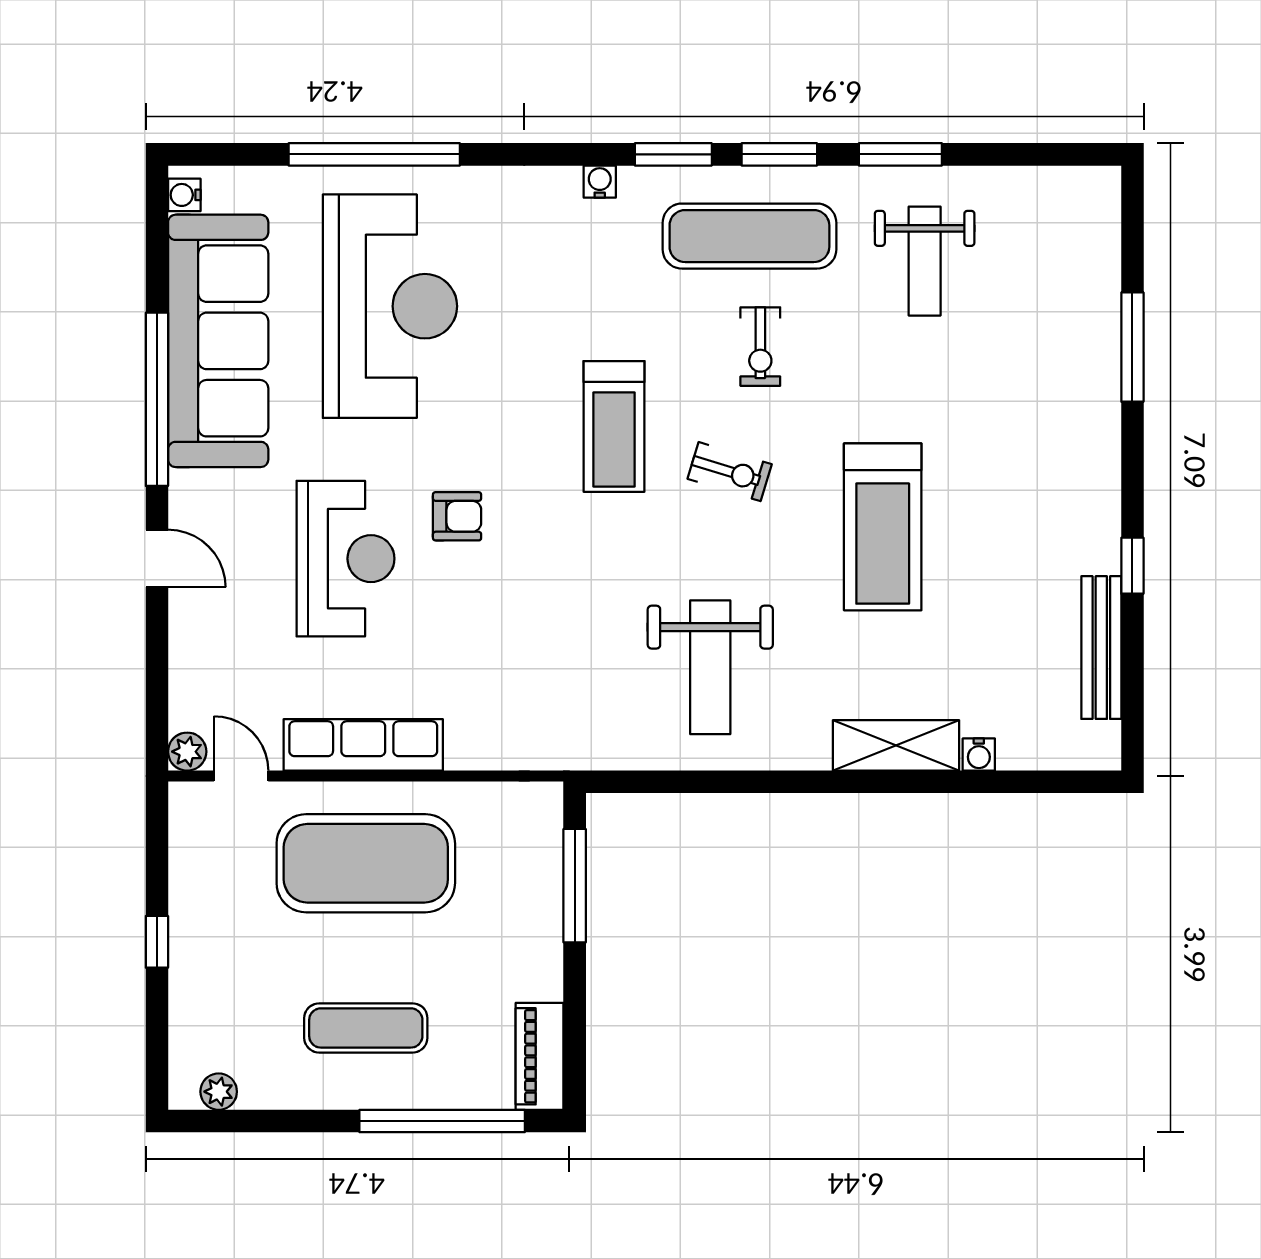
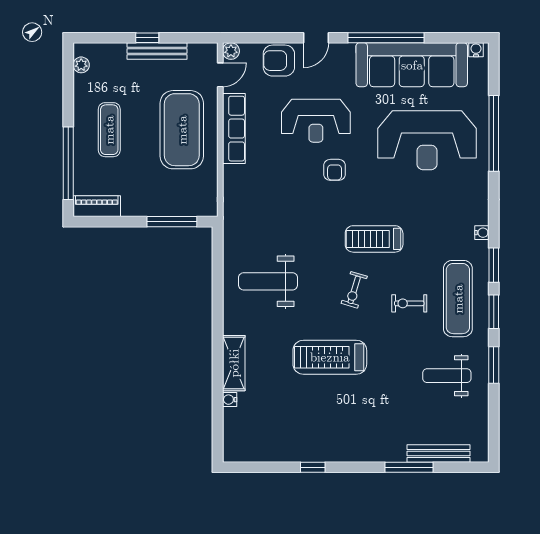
armchair: (209, 643) -> (279, 61), added
bench: (1101, 648) -> (439, 453), moved
bench: (187, 920) -> (157, 51), added

